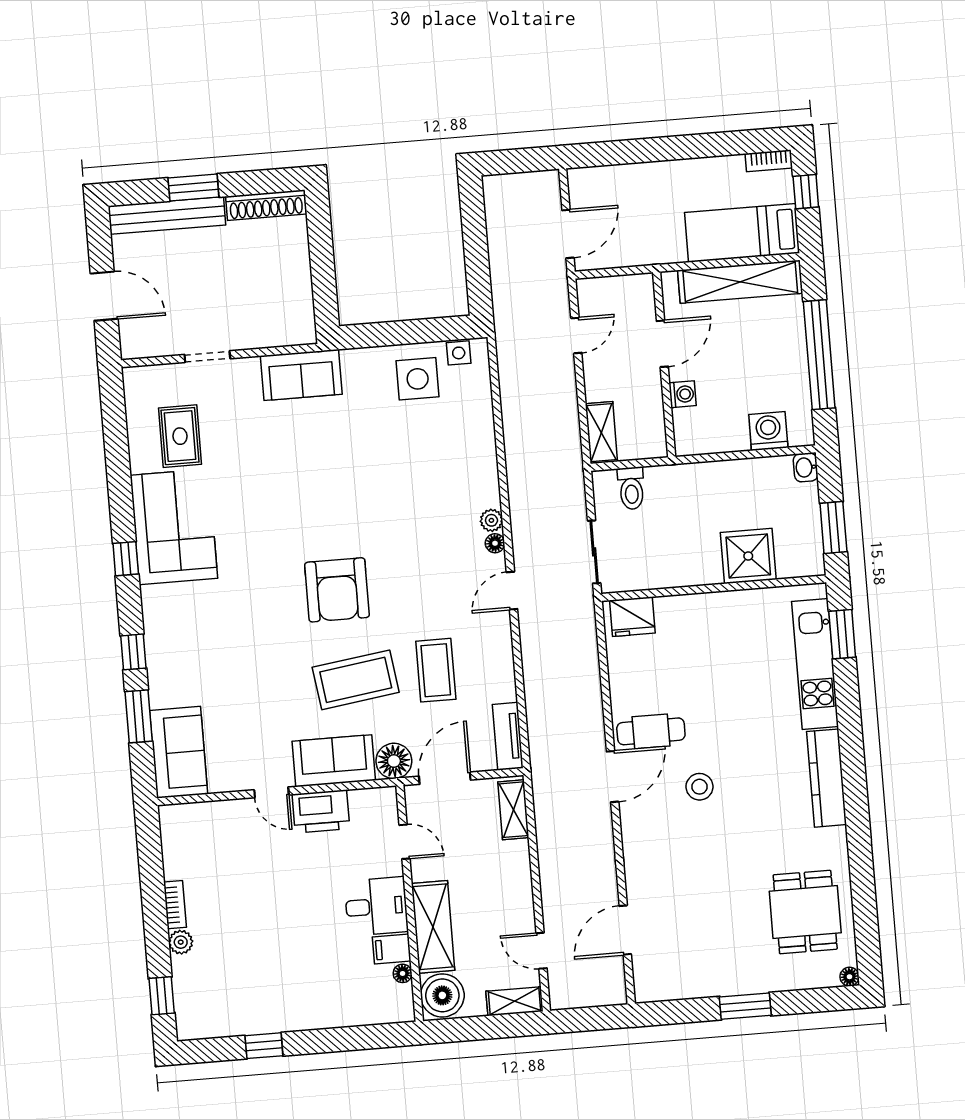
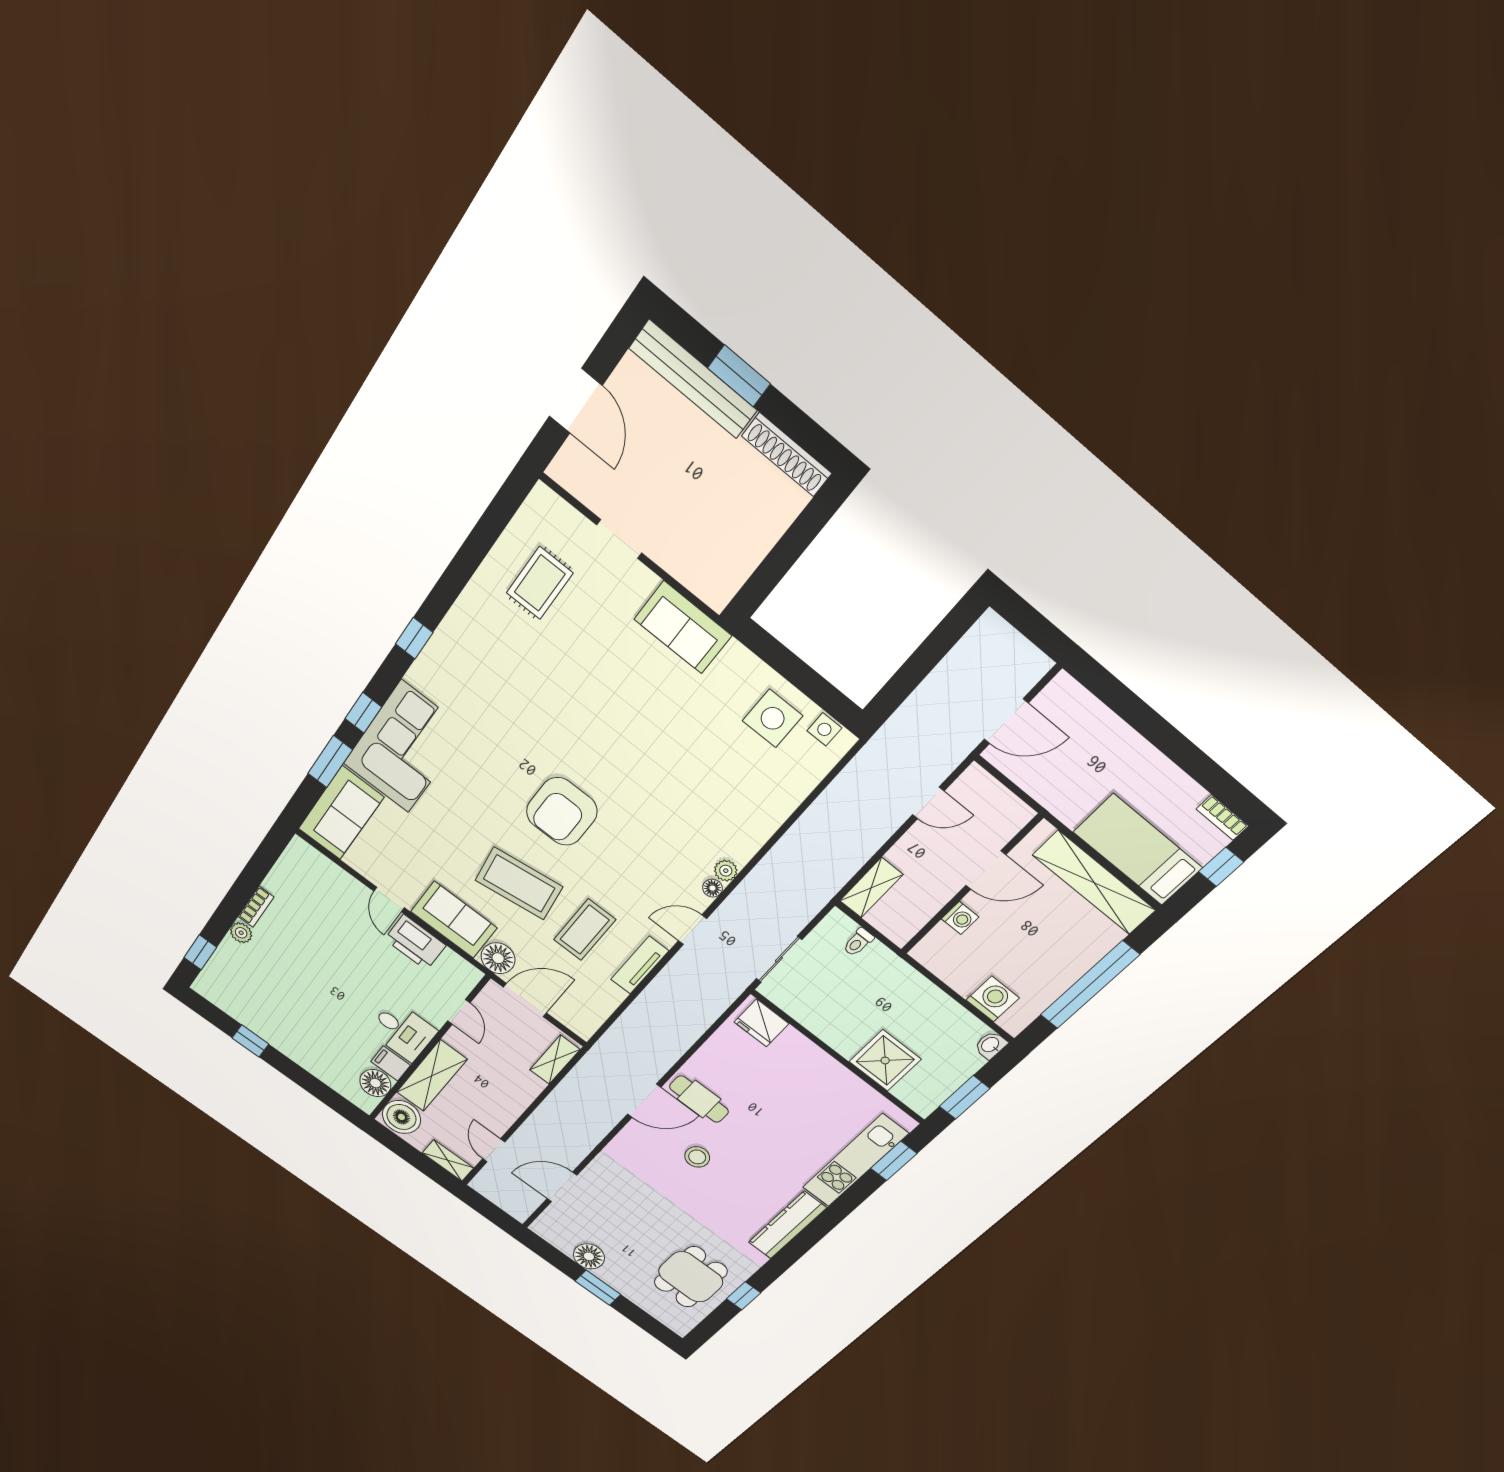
toilet: (631, 488) -> (858, 942), width x0.73, depth x0.72
corner sofa: (174, 527) -> (405, 747), moved
tv unit: (508, 736) -> (640, 965), moved
window: (863, 886) -> (744, 1296), added
floor lamp: (403, 973) -> (375, 1083), width x1.89, depth x1.89
floor lamp: (849, 977) -> (589, 1256), moved, width x1.89, depth x1.89

